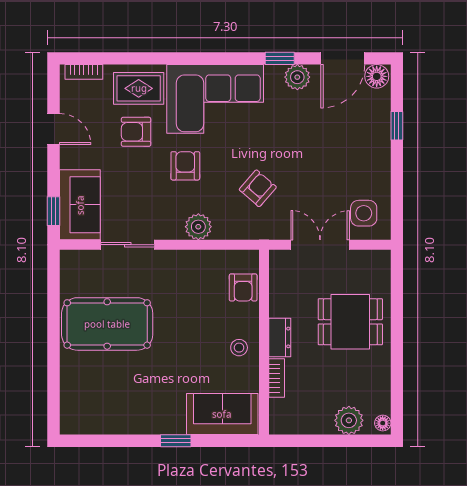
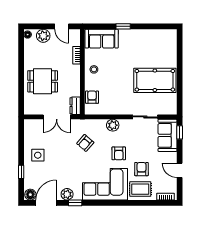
armchair: (136, 132) -> (141, 169), turned -90
side table: (364, 213) -> (38, 155), moved
dresser: (280, 337) -> (75, 106), moved
door: (309, 441) -> (62, 26), added

